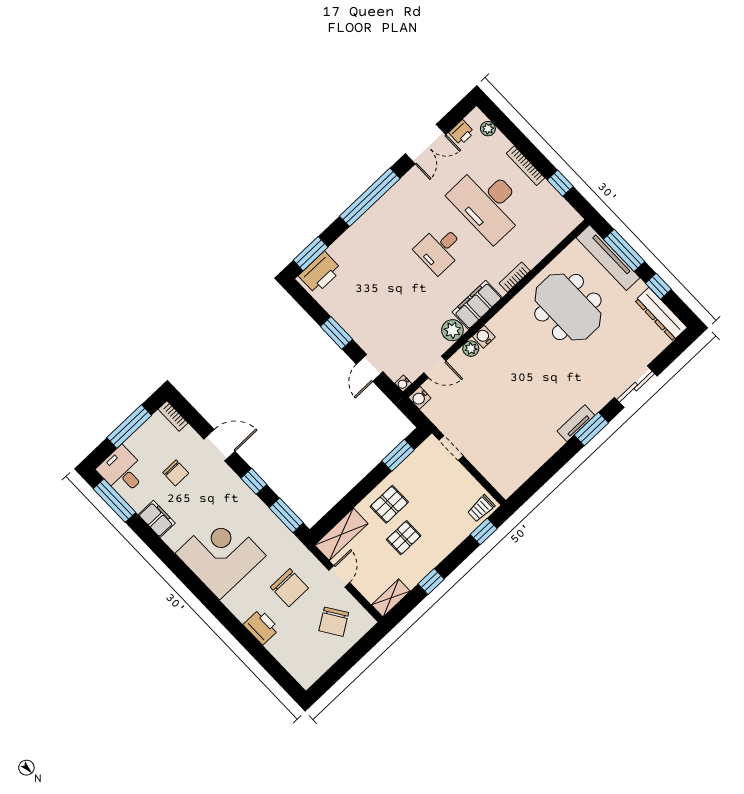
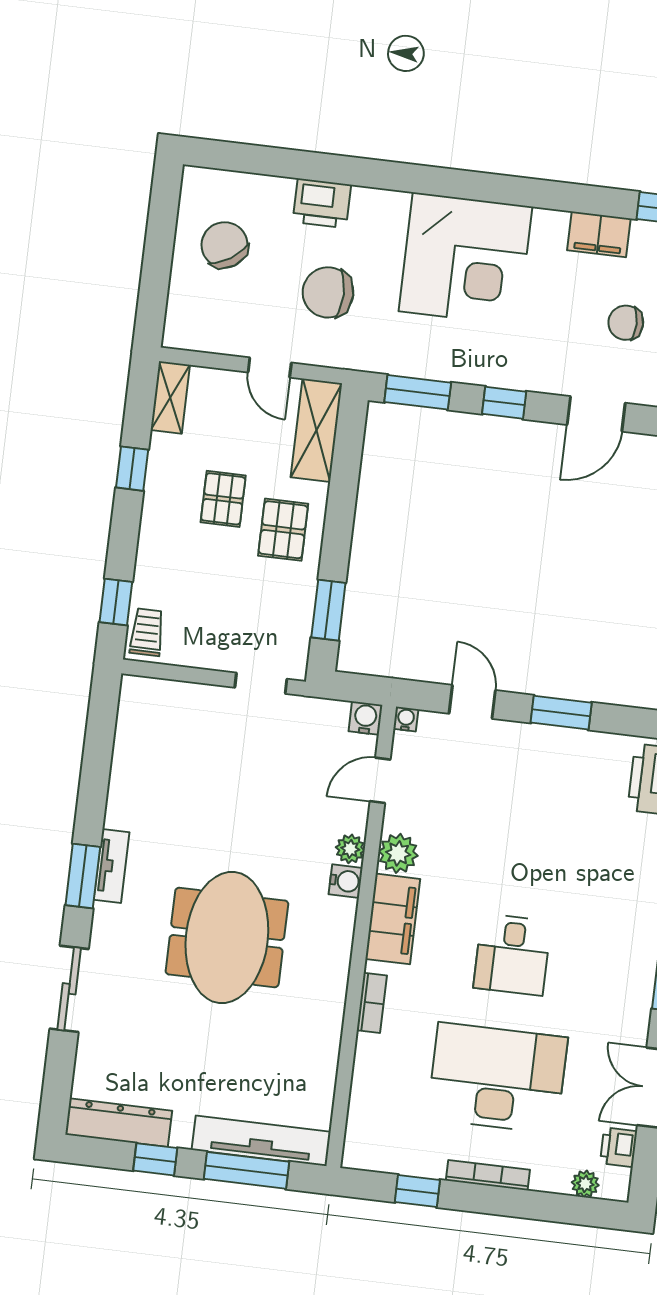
desk: (440, 249) -> (512, 955), turned 180
meeting table: (568, 307) -> (227, 937), moved, turned 90
chair: (334, 622) -> (225, 245), moved

